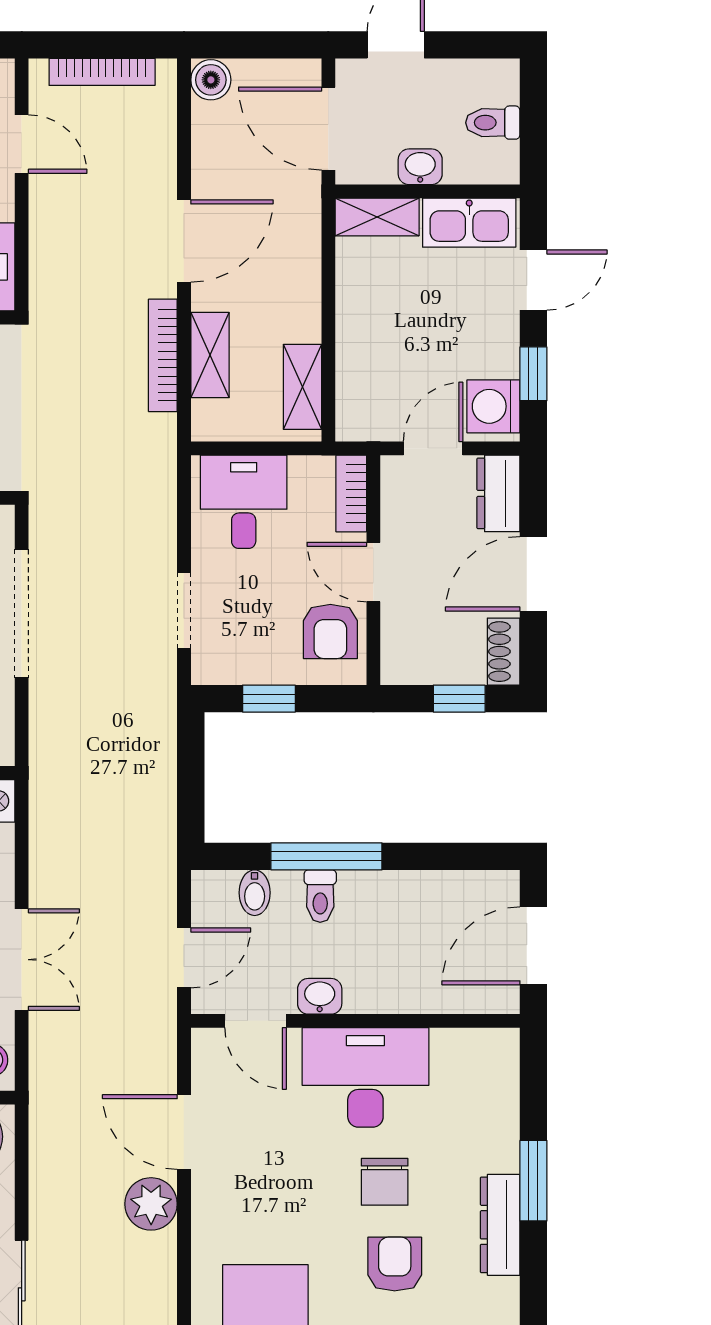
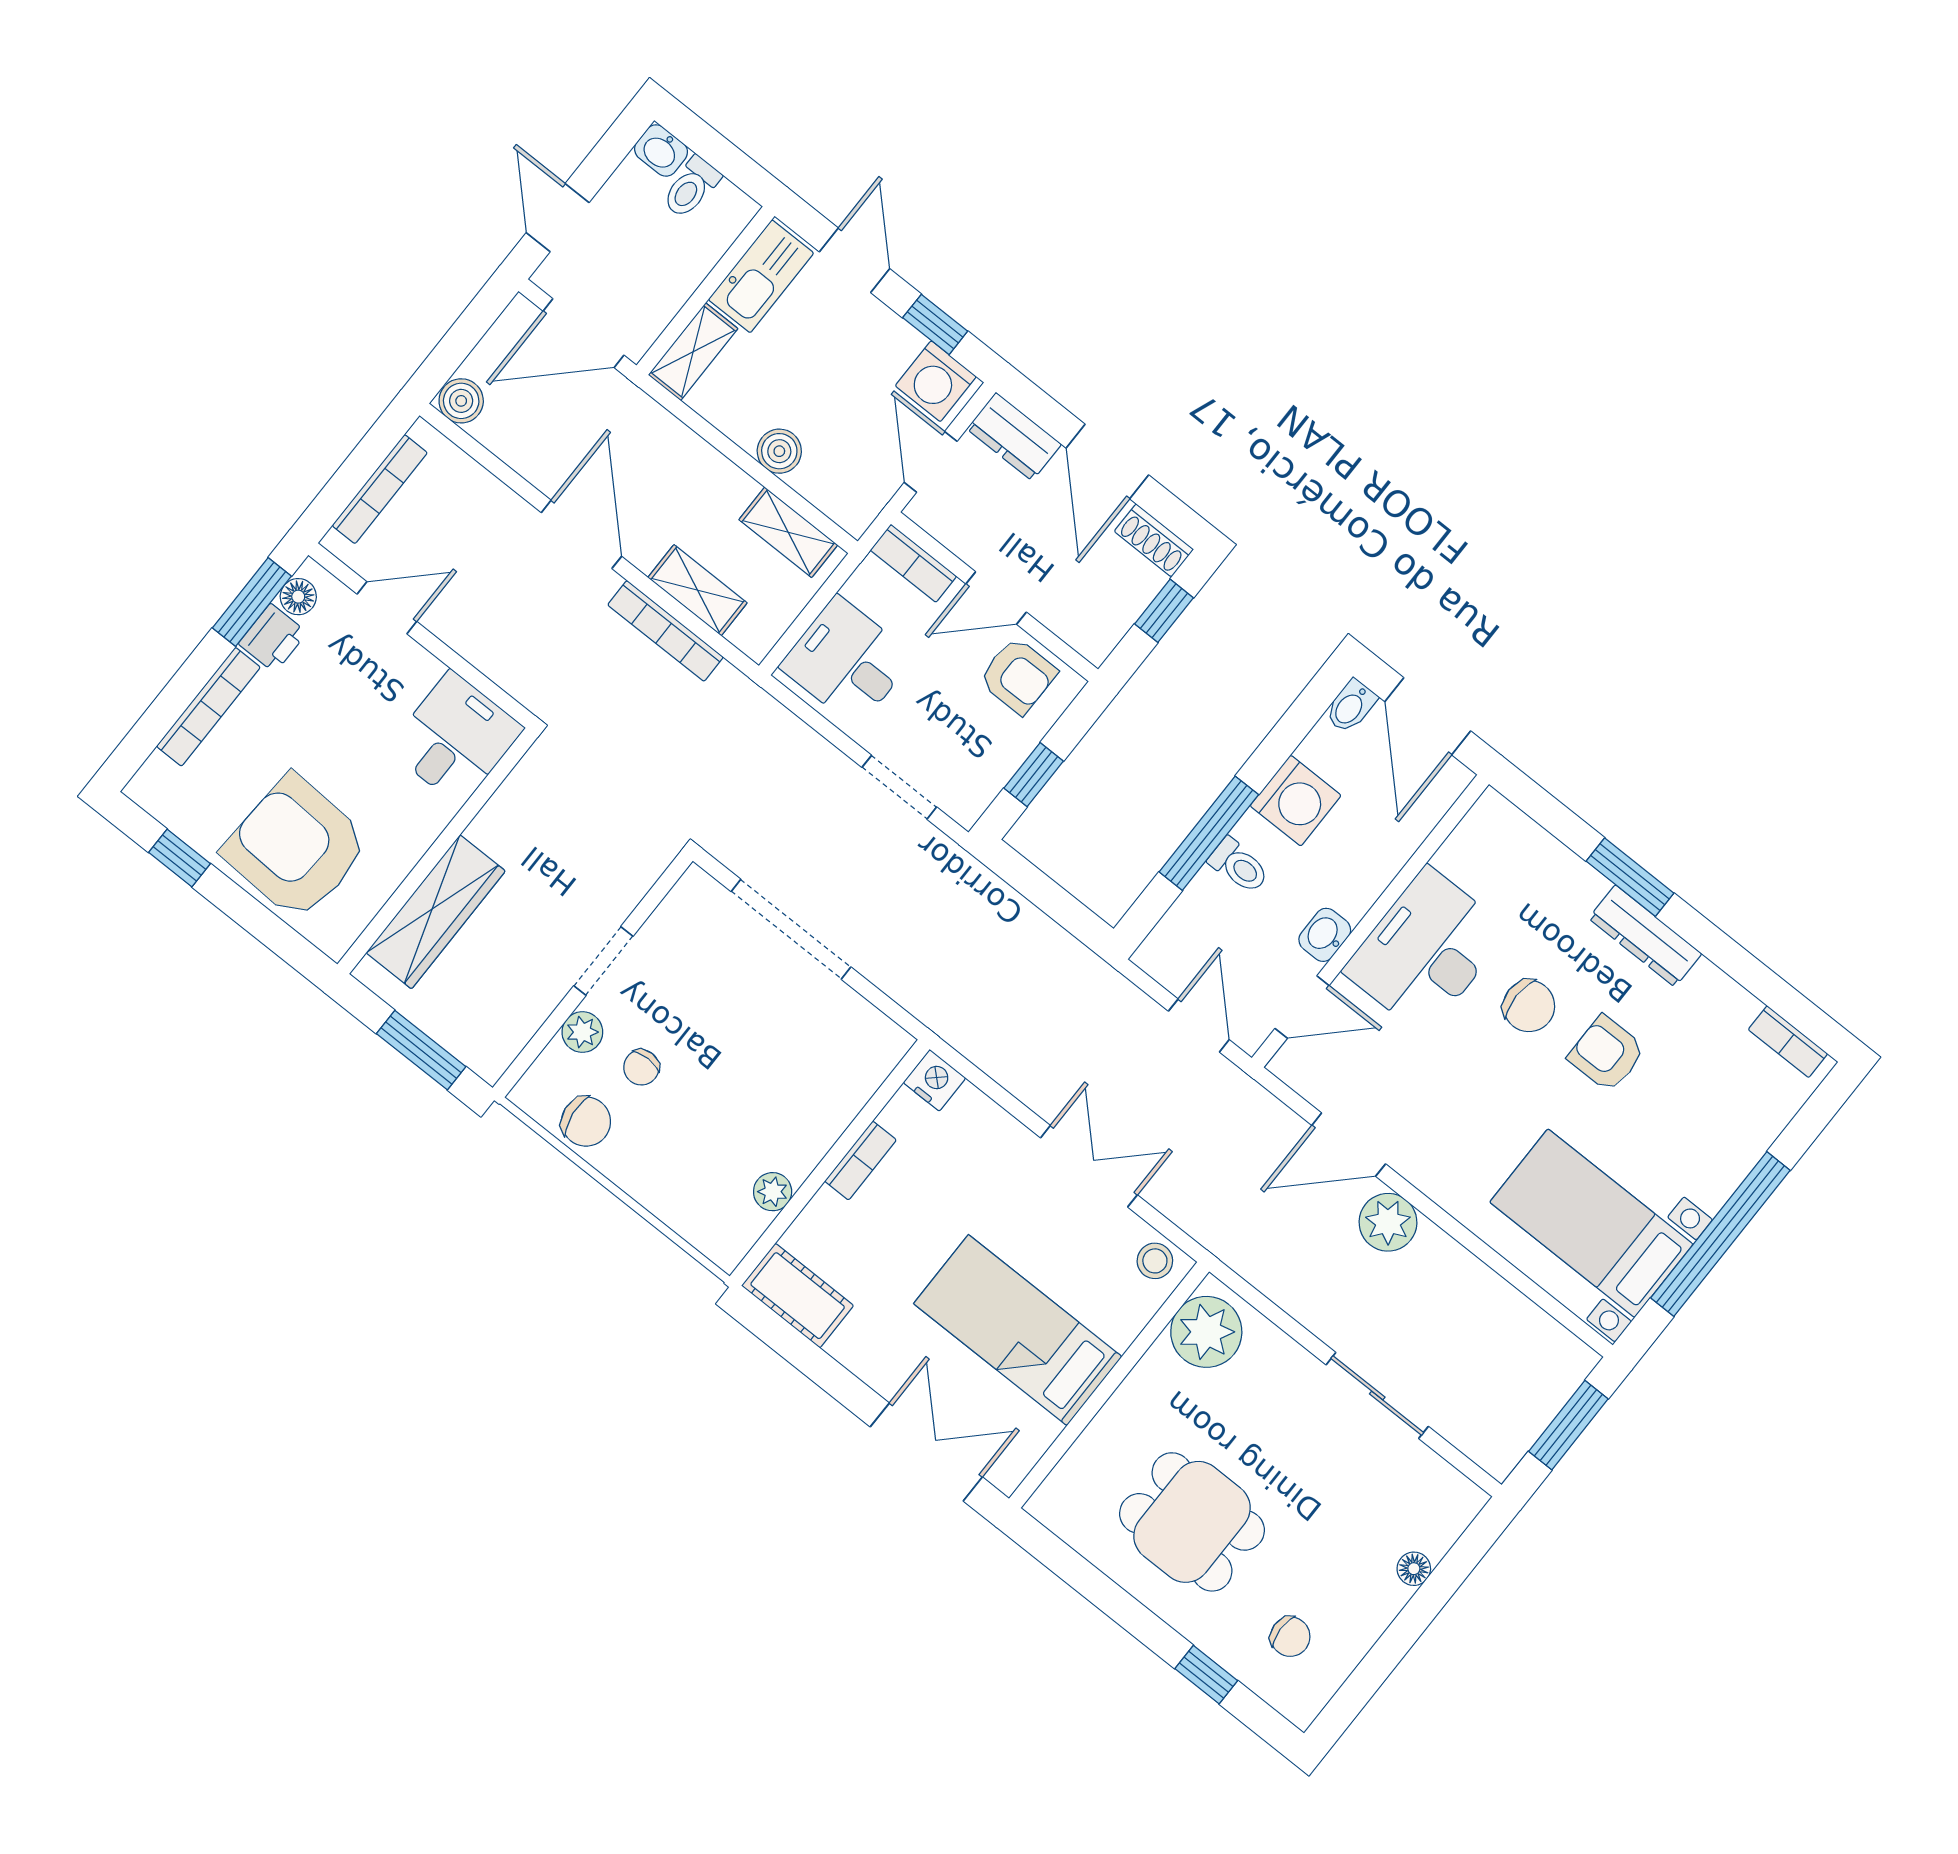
washbasin: (420, 167) -> (661, 150), moved, turned -90
boiler: (355, 335) -> (779, 451), added
bidet: (255, 893) -> (1351, 706), moved, turned 90
washing machine: (399, 900) -> (1296, 801), added

